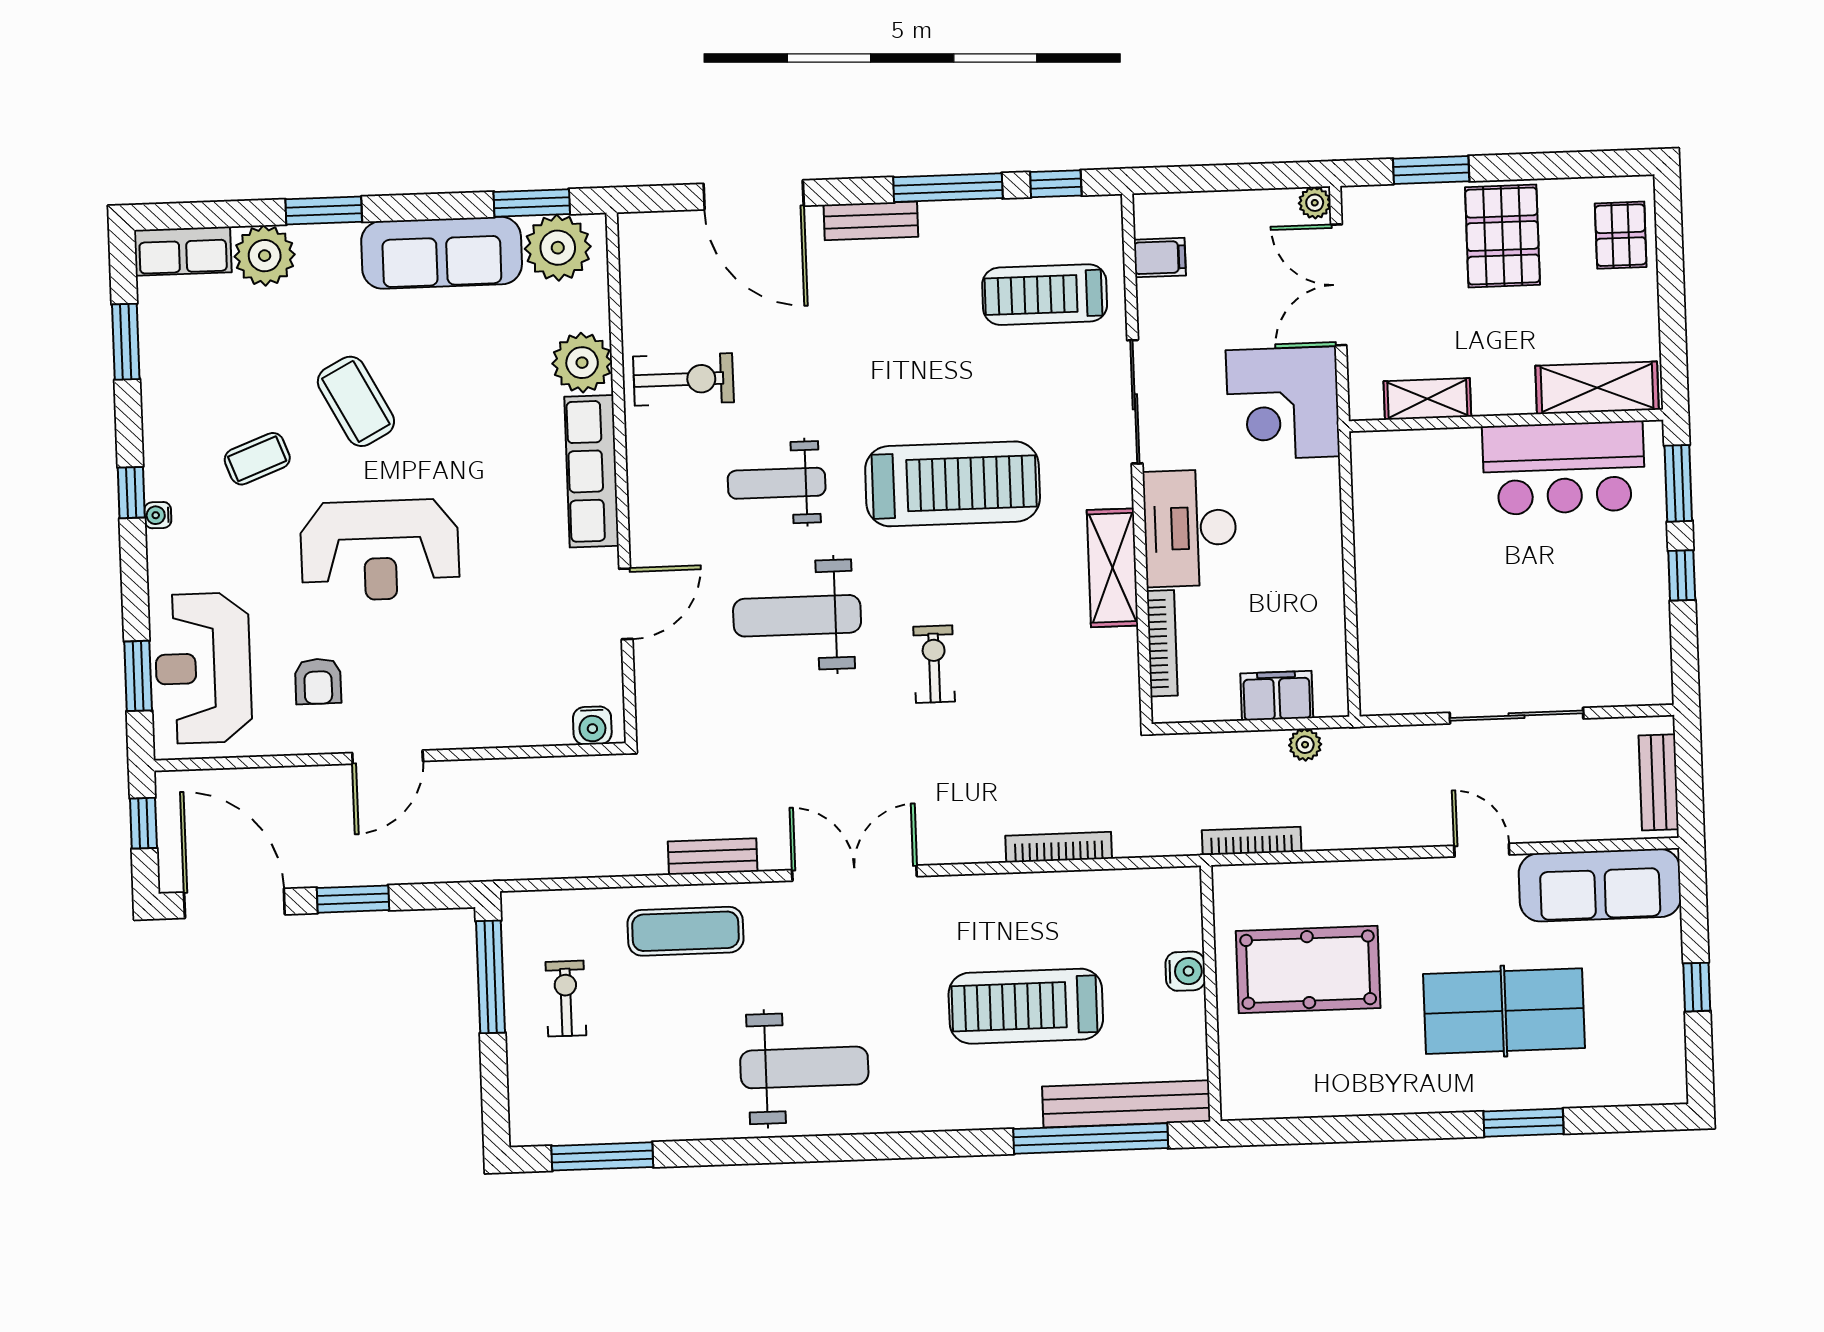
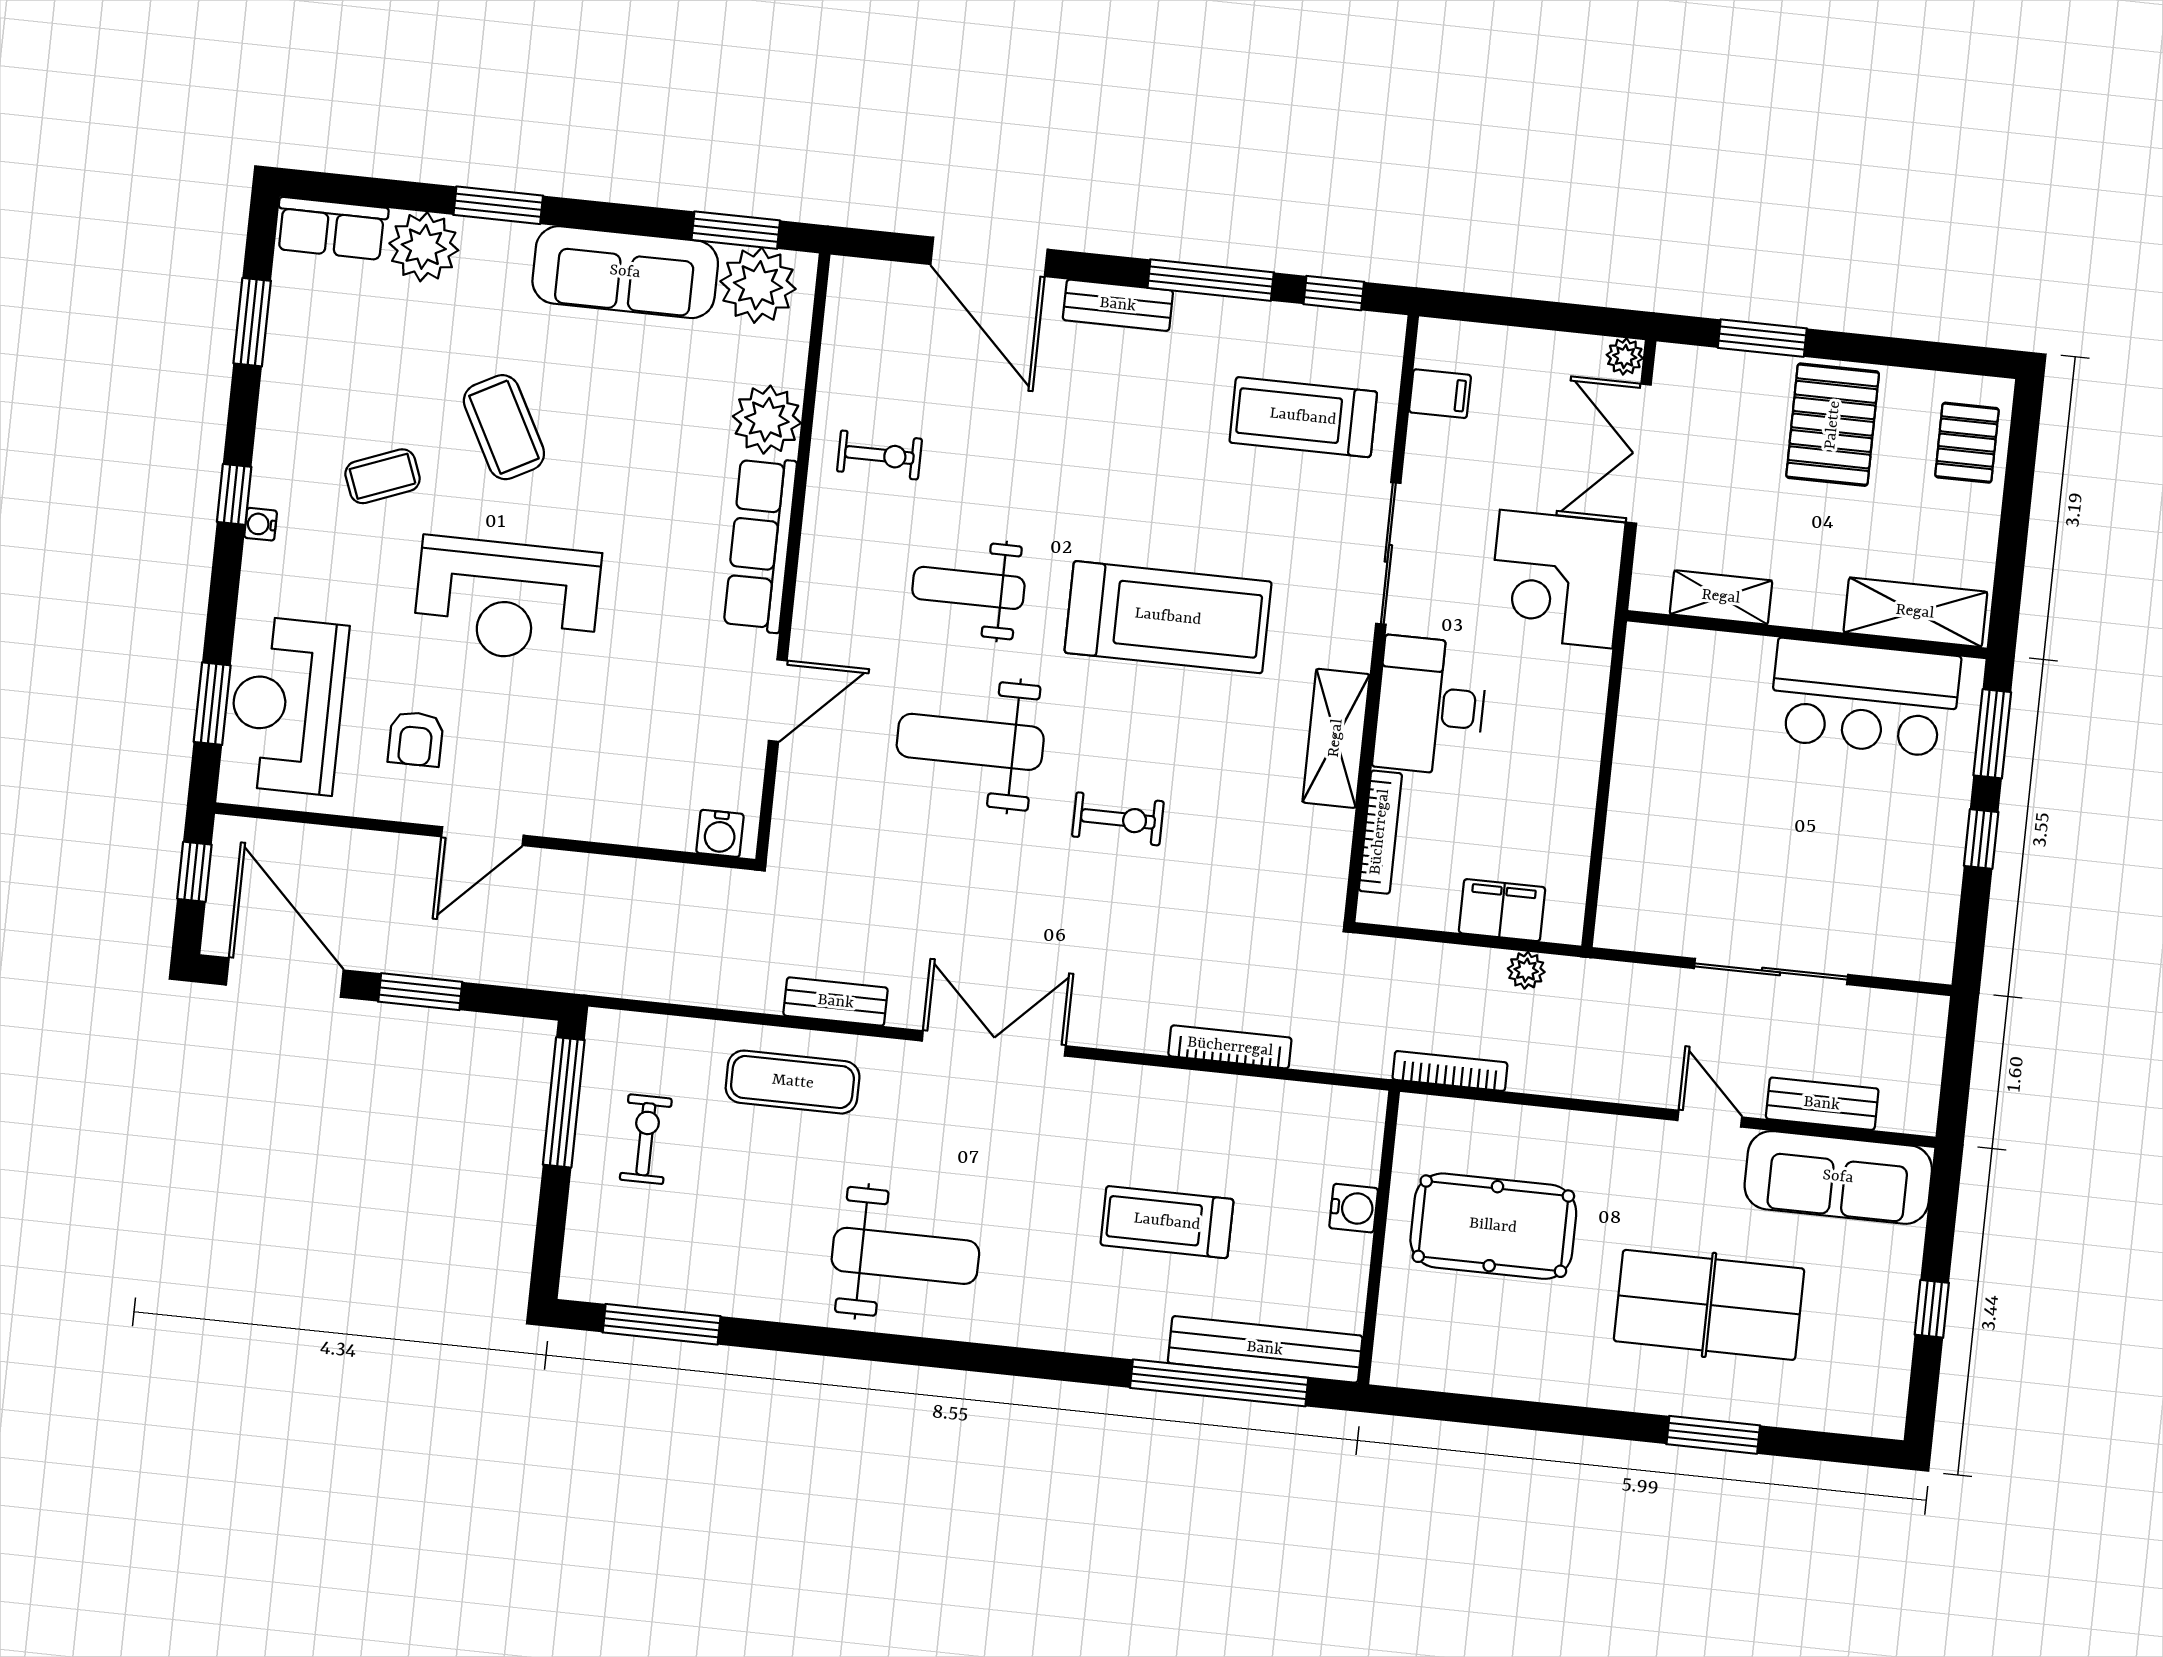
exercise bike: (683, 379) -> (879, 455), width x0.73, depth x0.72
exercise bike: (934, 664) -> (1118, 819), turned 90
bench: (1659, 782) -> (1822, 1104), moved, turned 90
treadmill: (1026, 1006) -> (1167, 1222), width x0.73, depth x0.73

